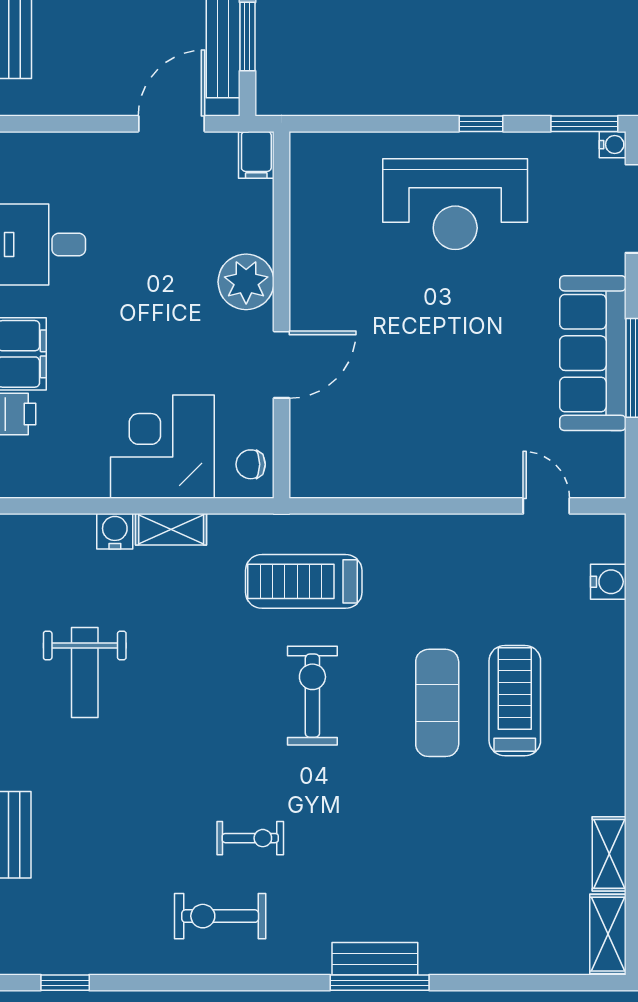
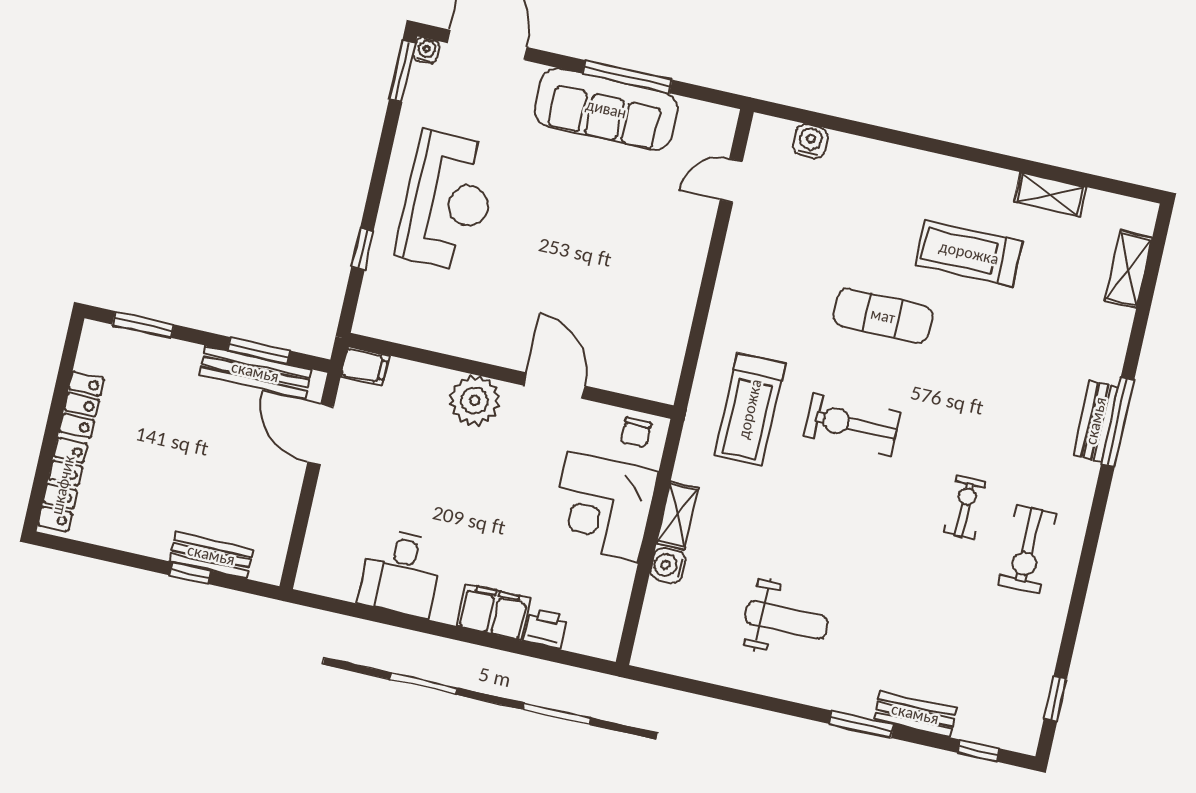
window: (481, 124) -> (362, 249), moved
treadmill: (515, 701) -> (969, 253), moved
shelving: (608, 934) -> (1129, 269), moved, turned 90

